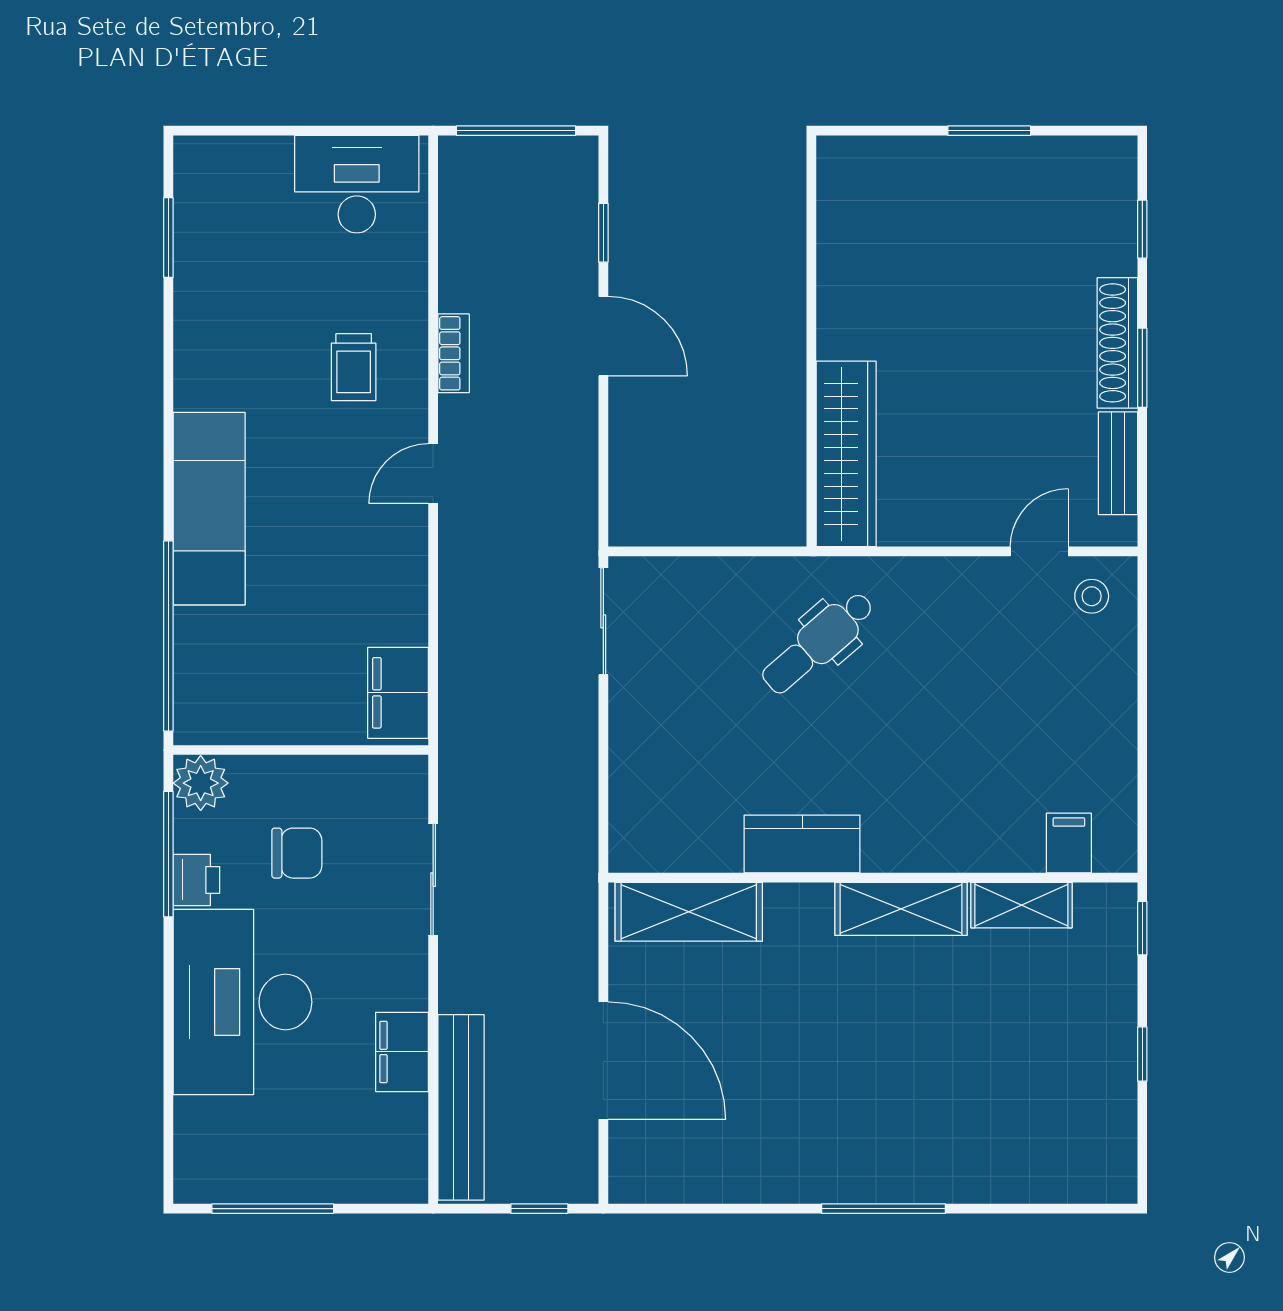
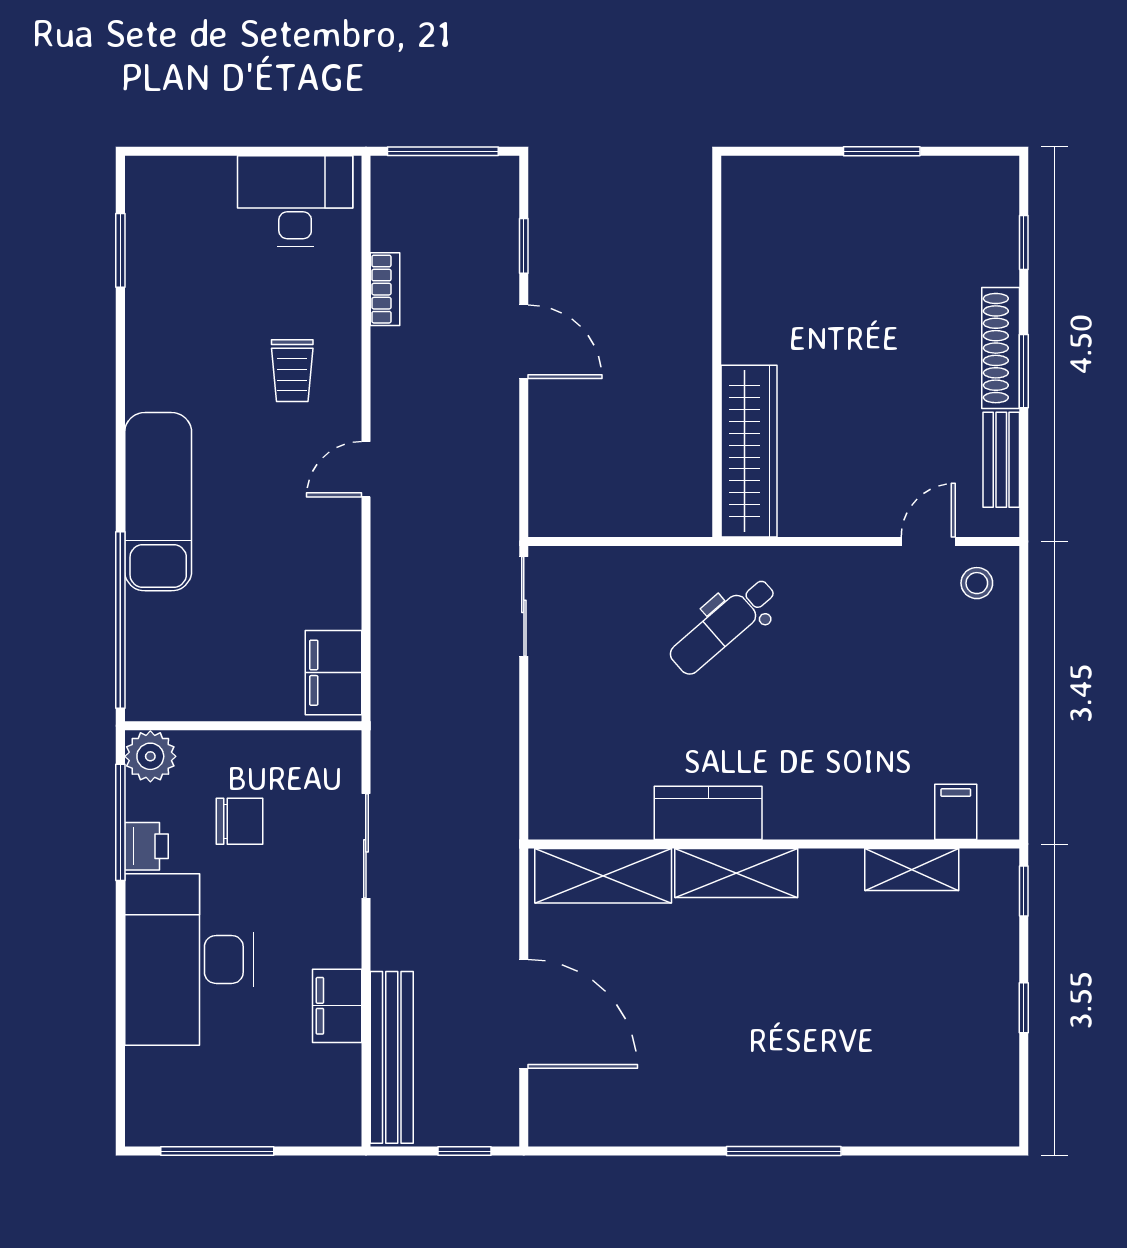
bookcase: (454, 353) -> (385, 289), moved
shelving: (901, 909) -> (736, 873), moved

